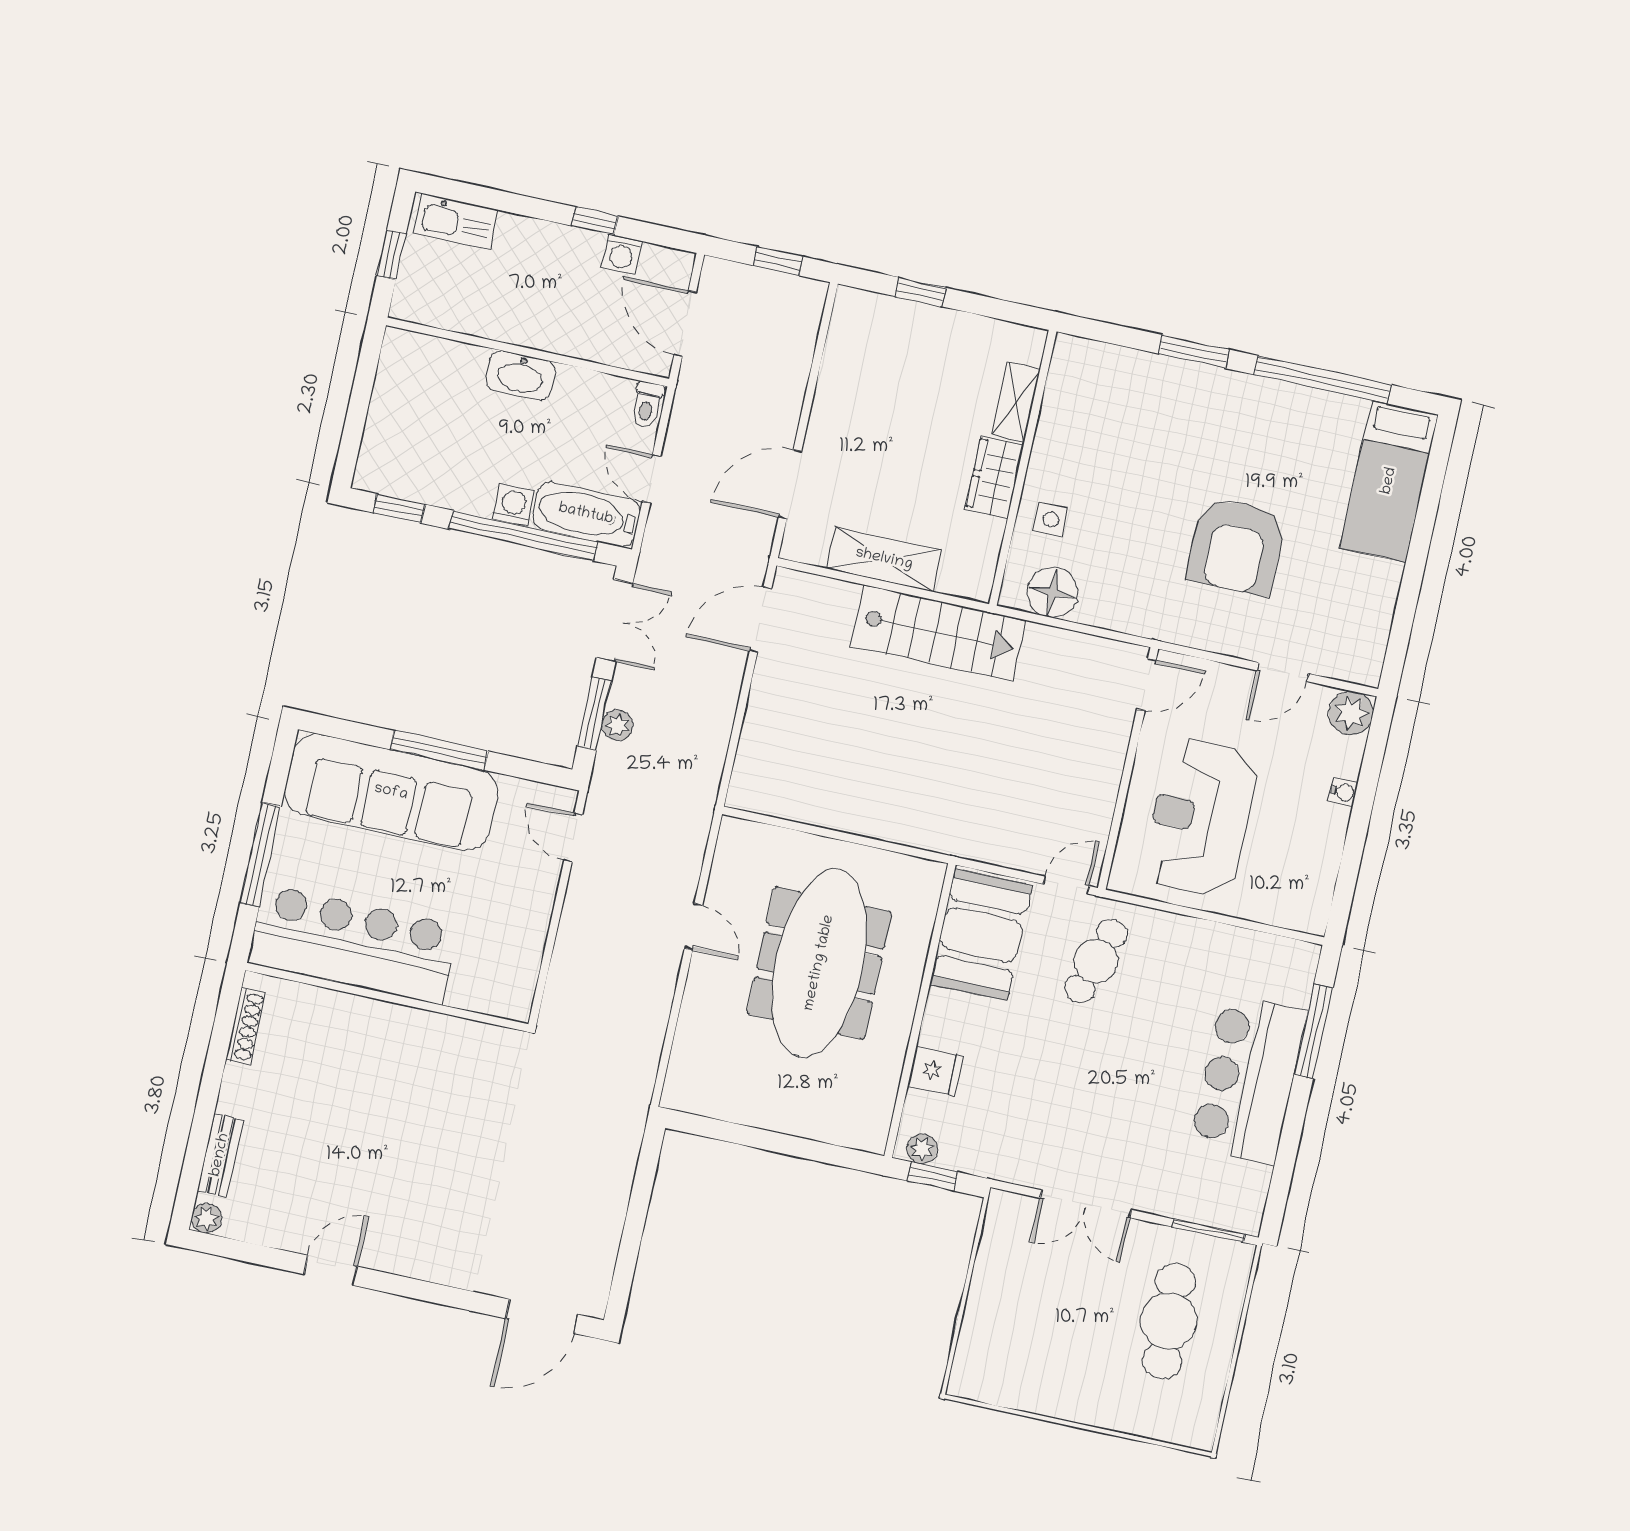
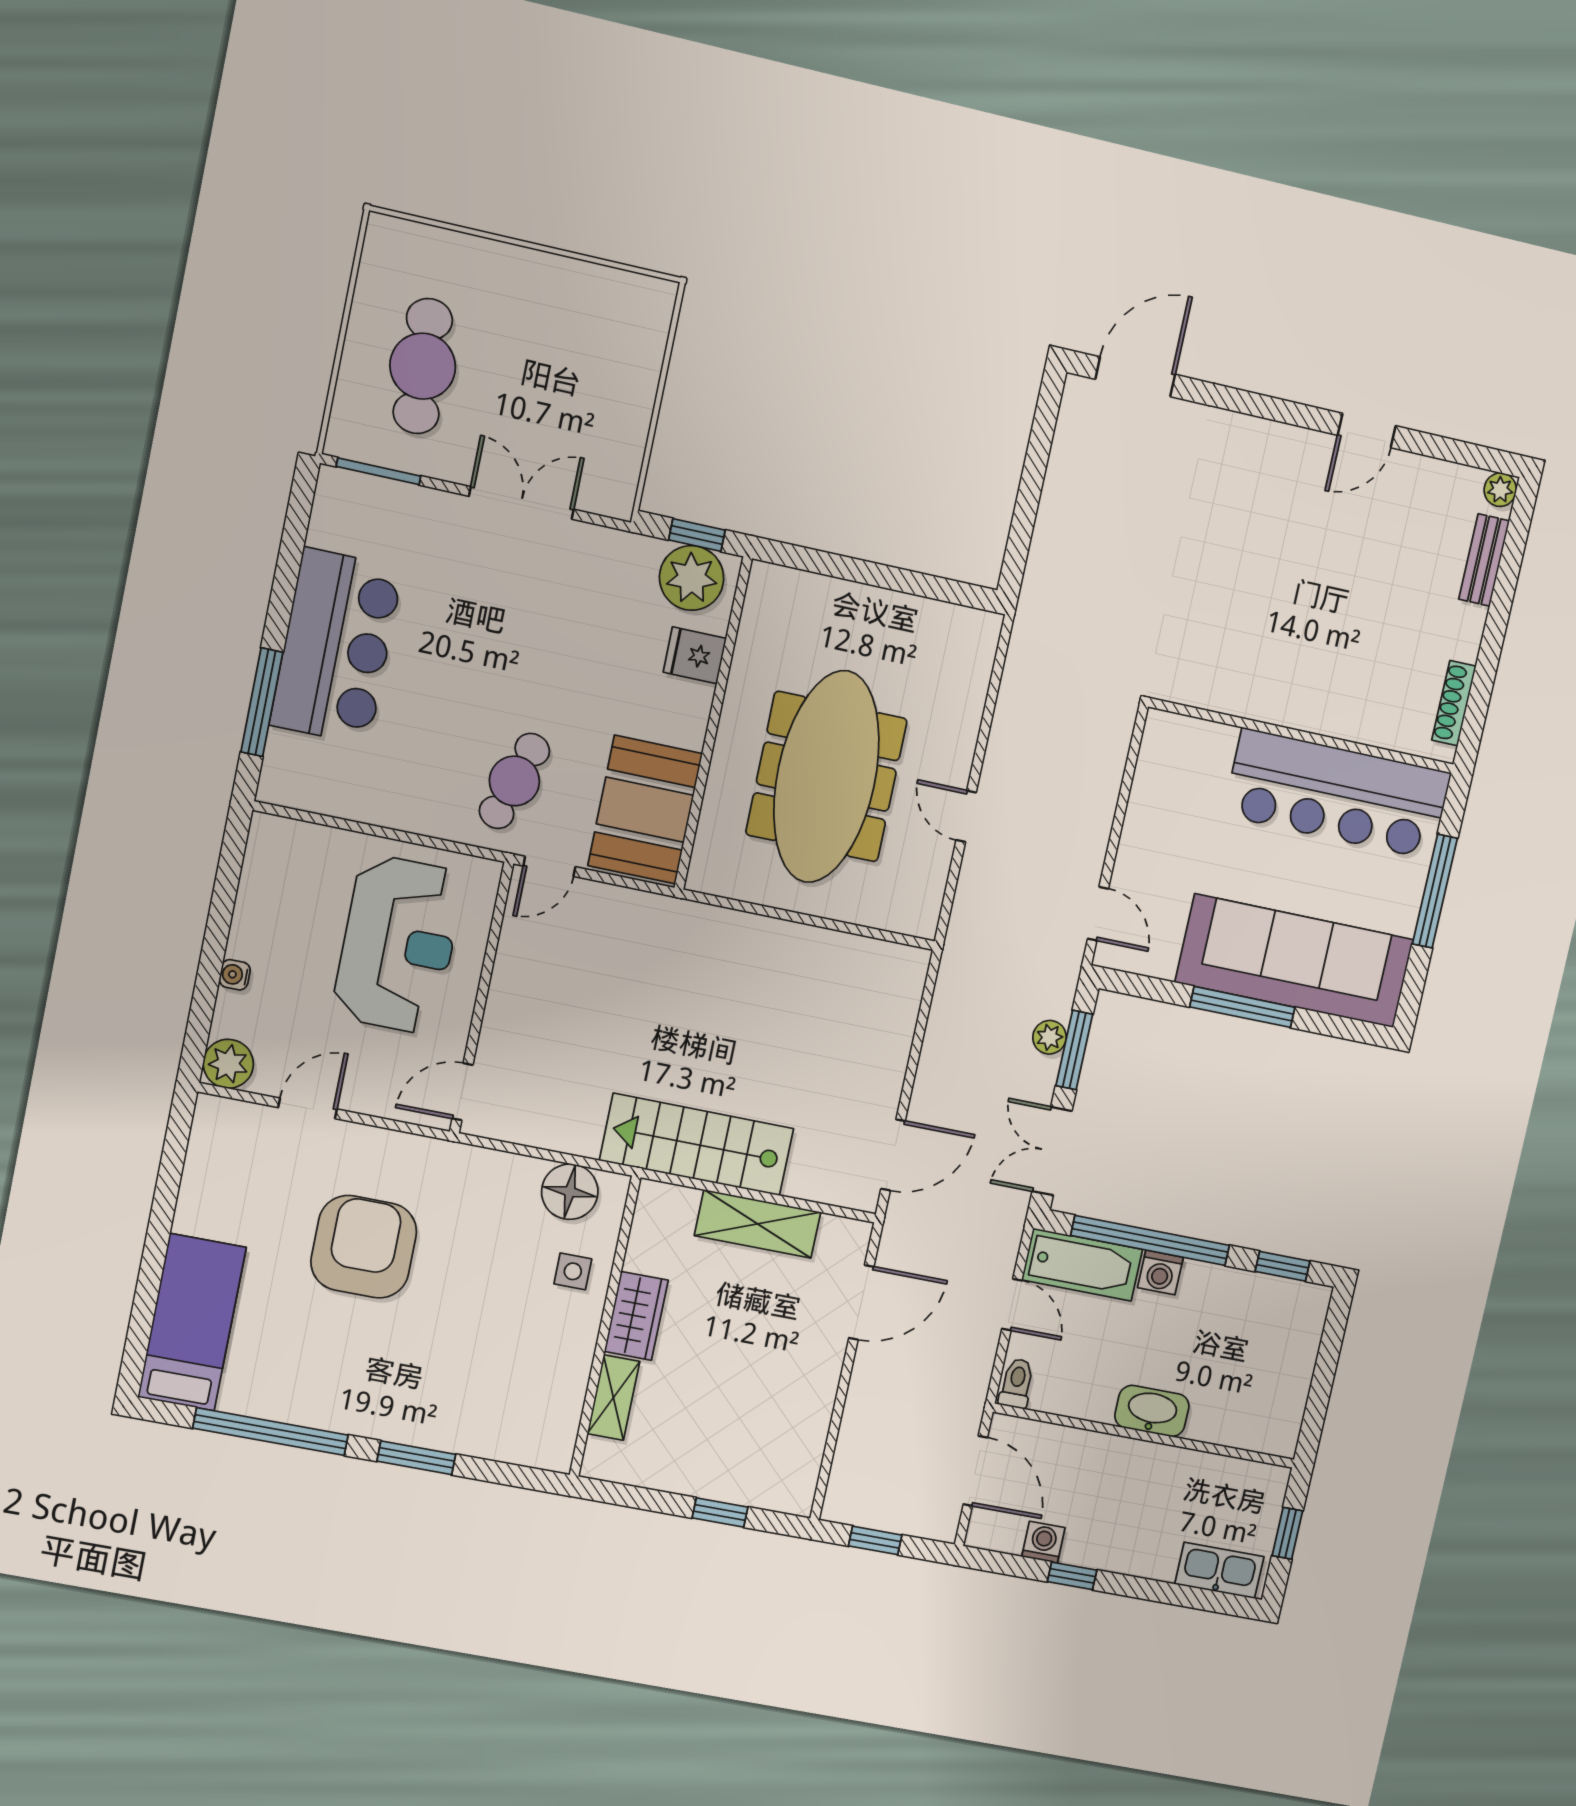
plant: (922, 1149) -> (692, 578), width x1.88, depth x1.88

